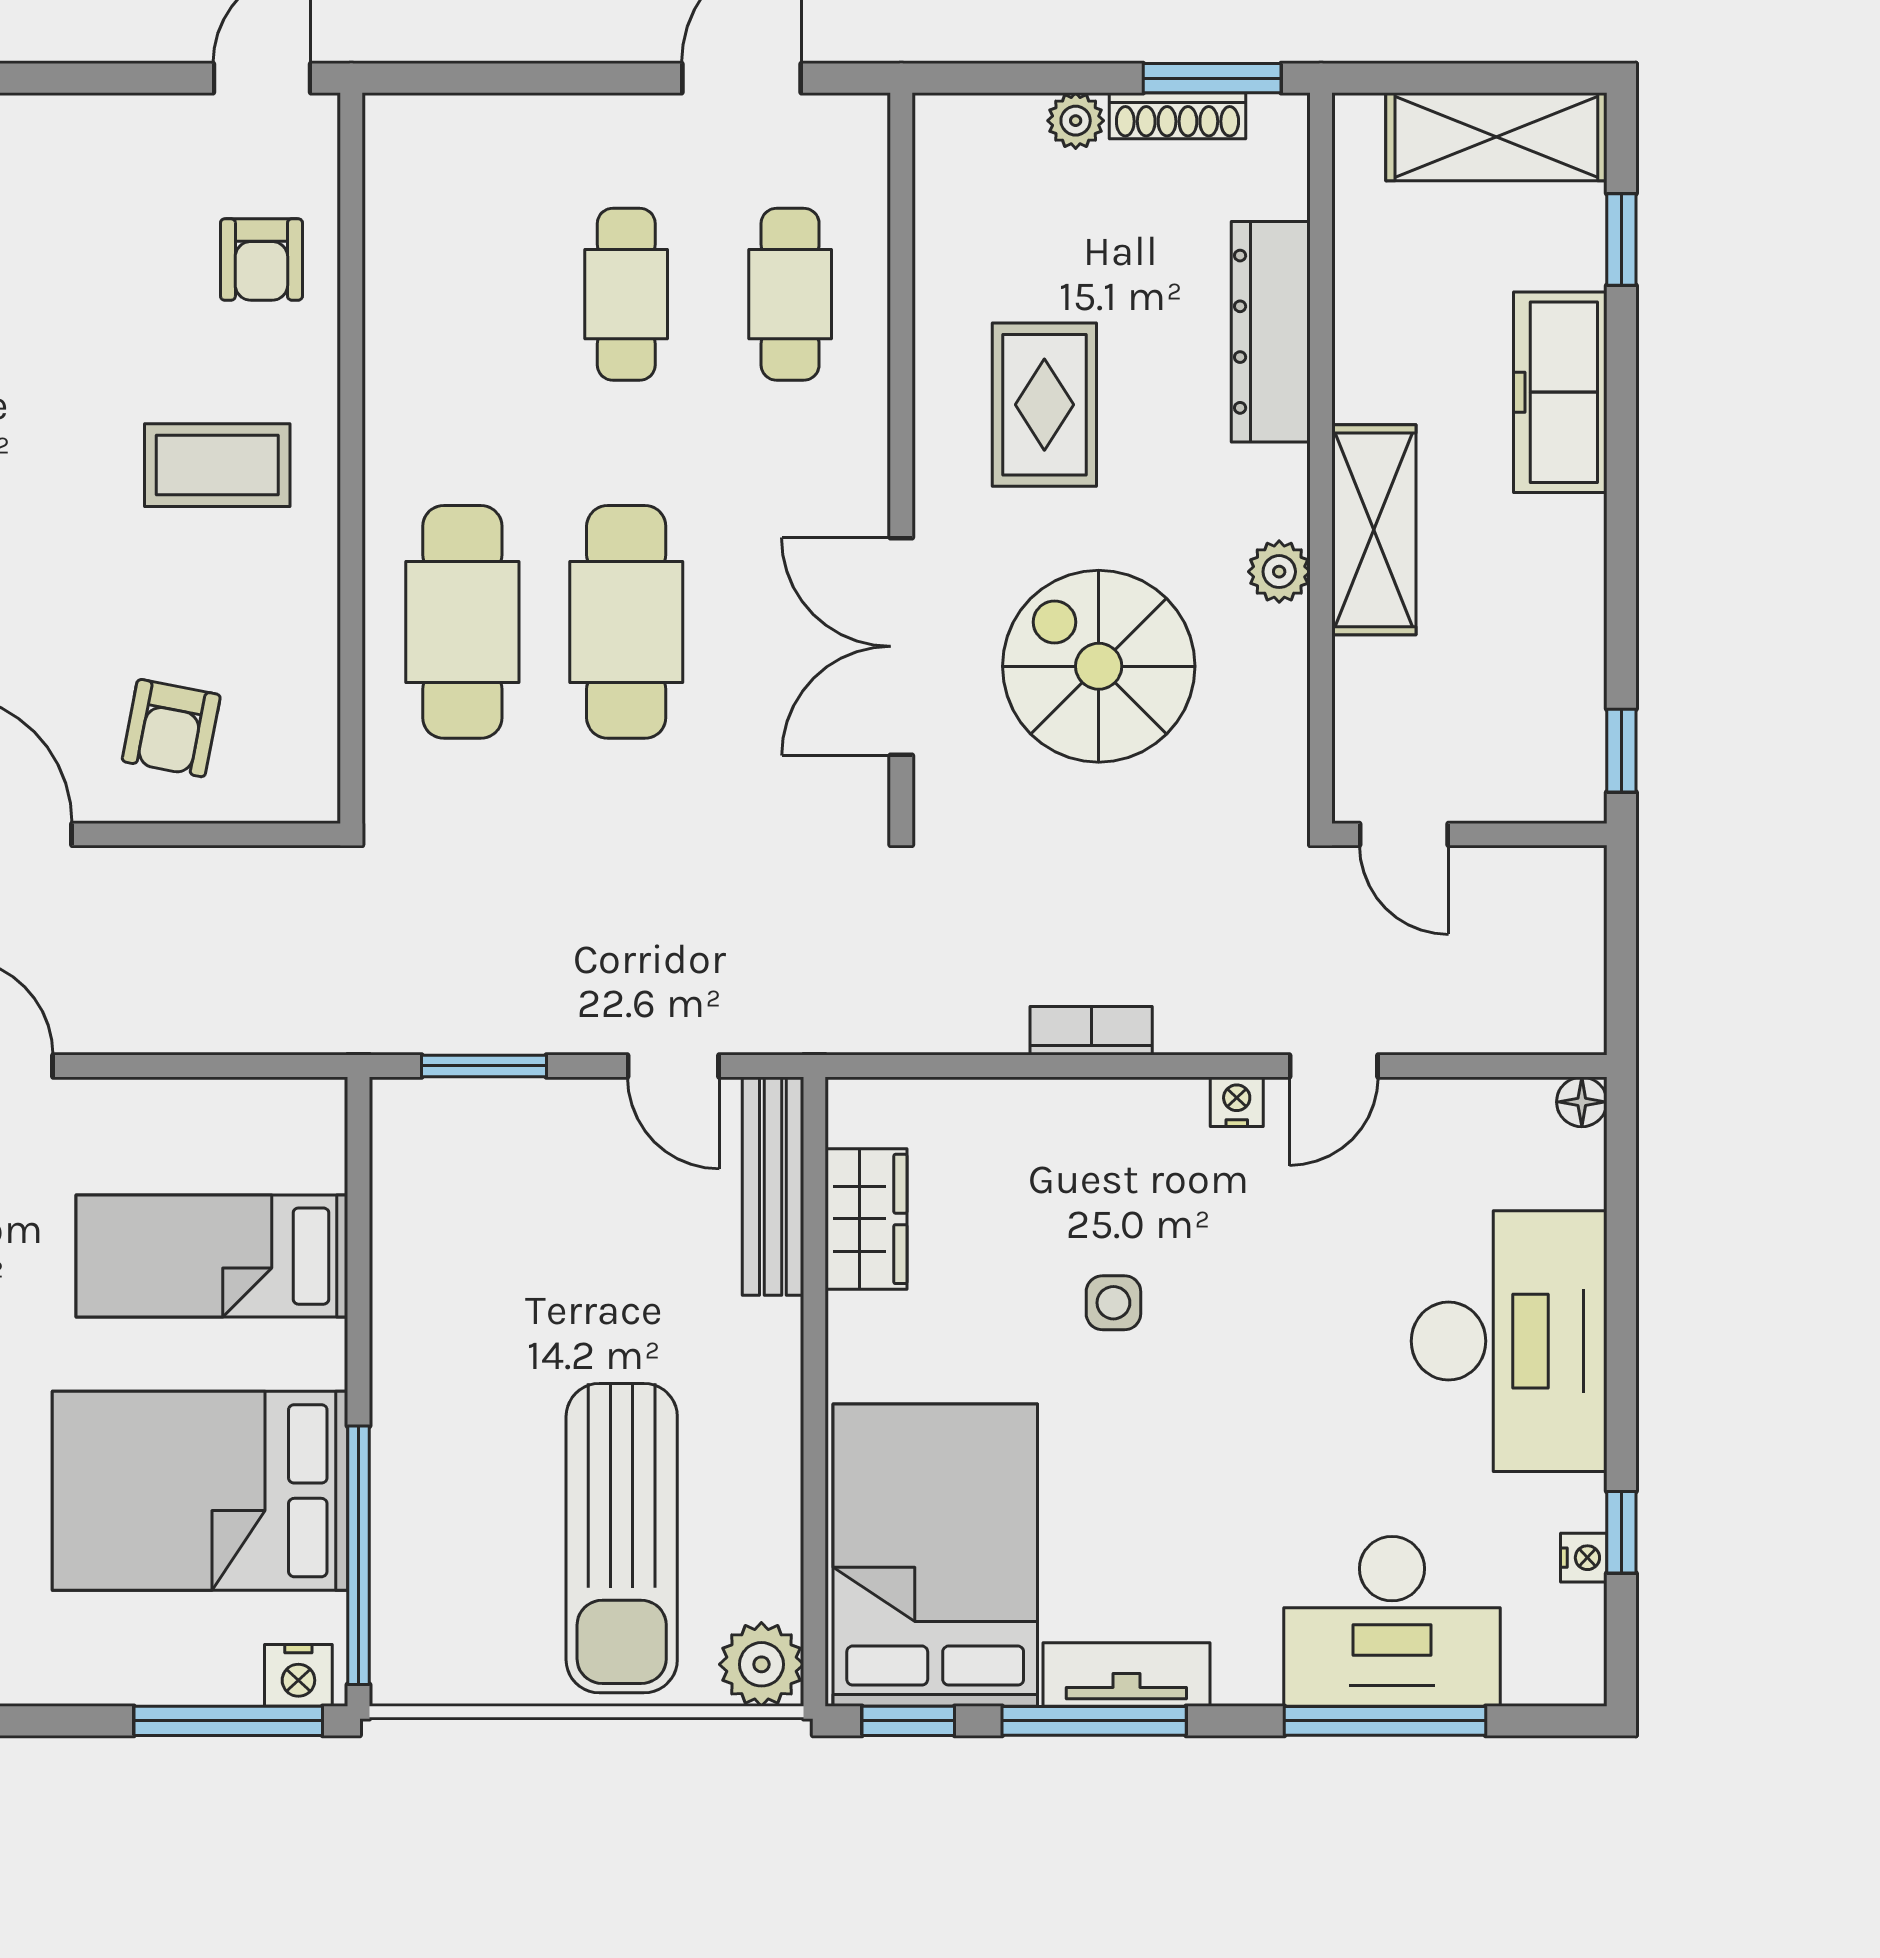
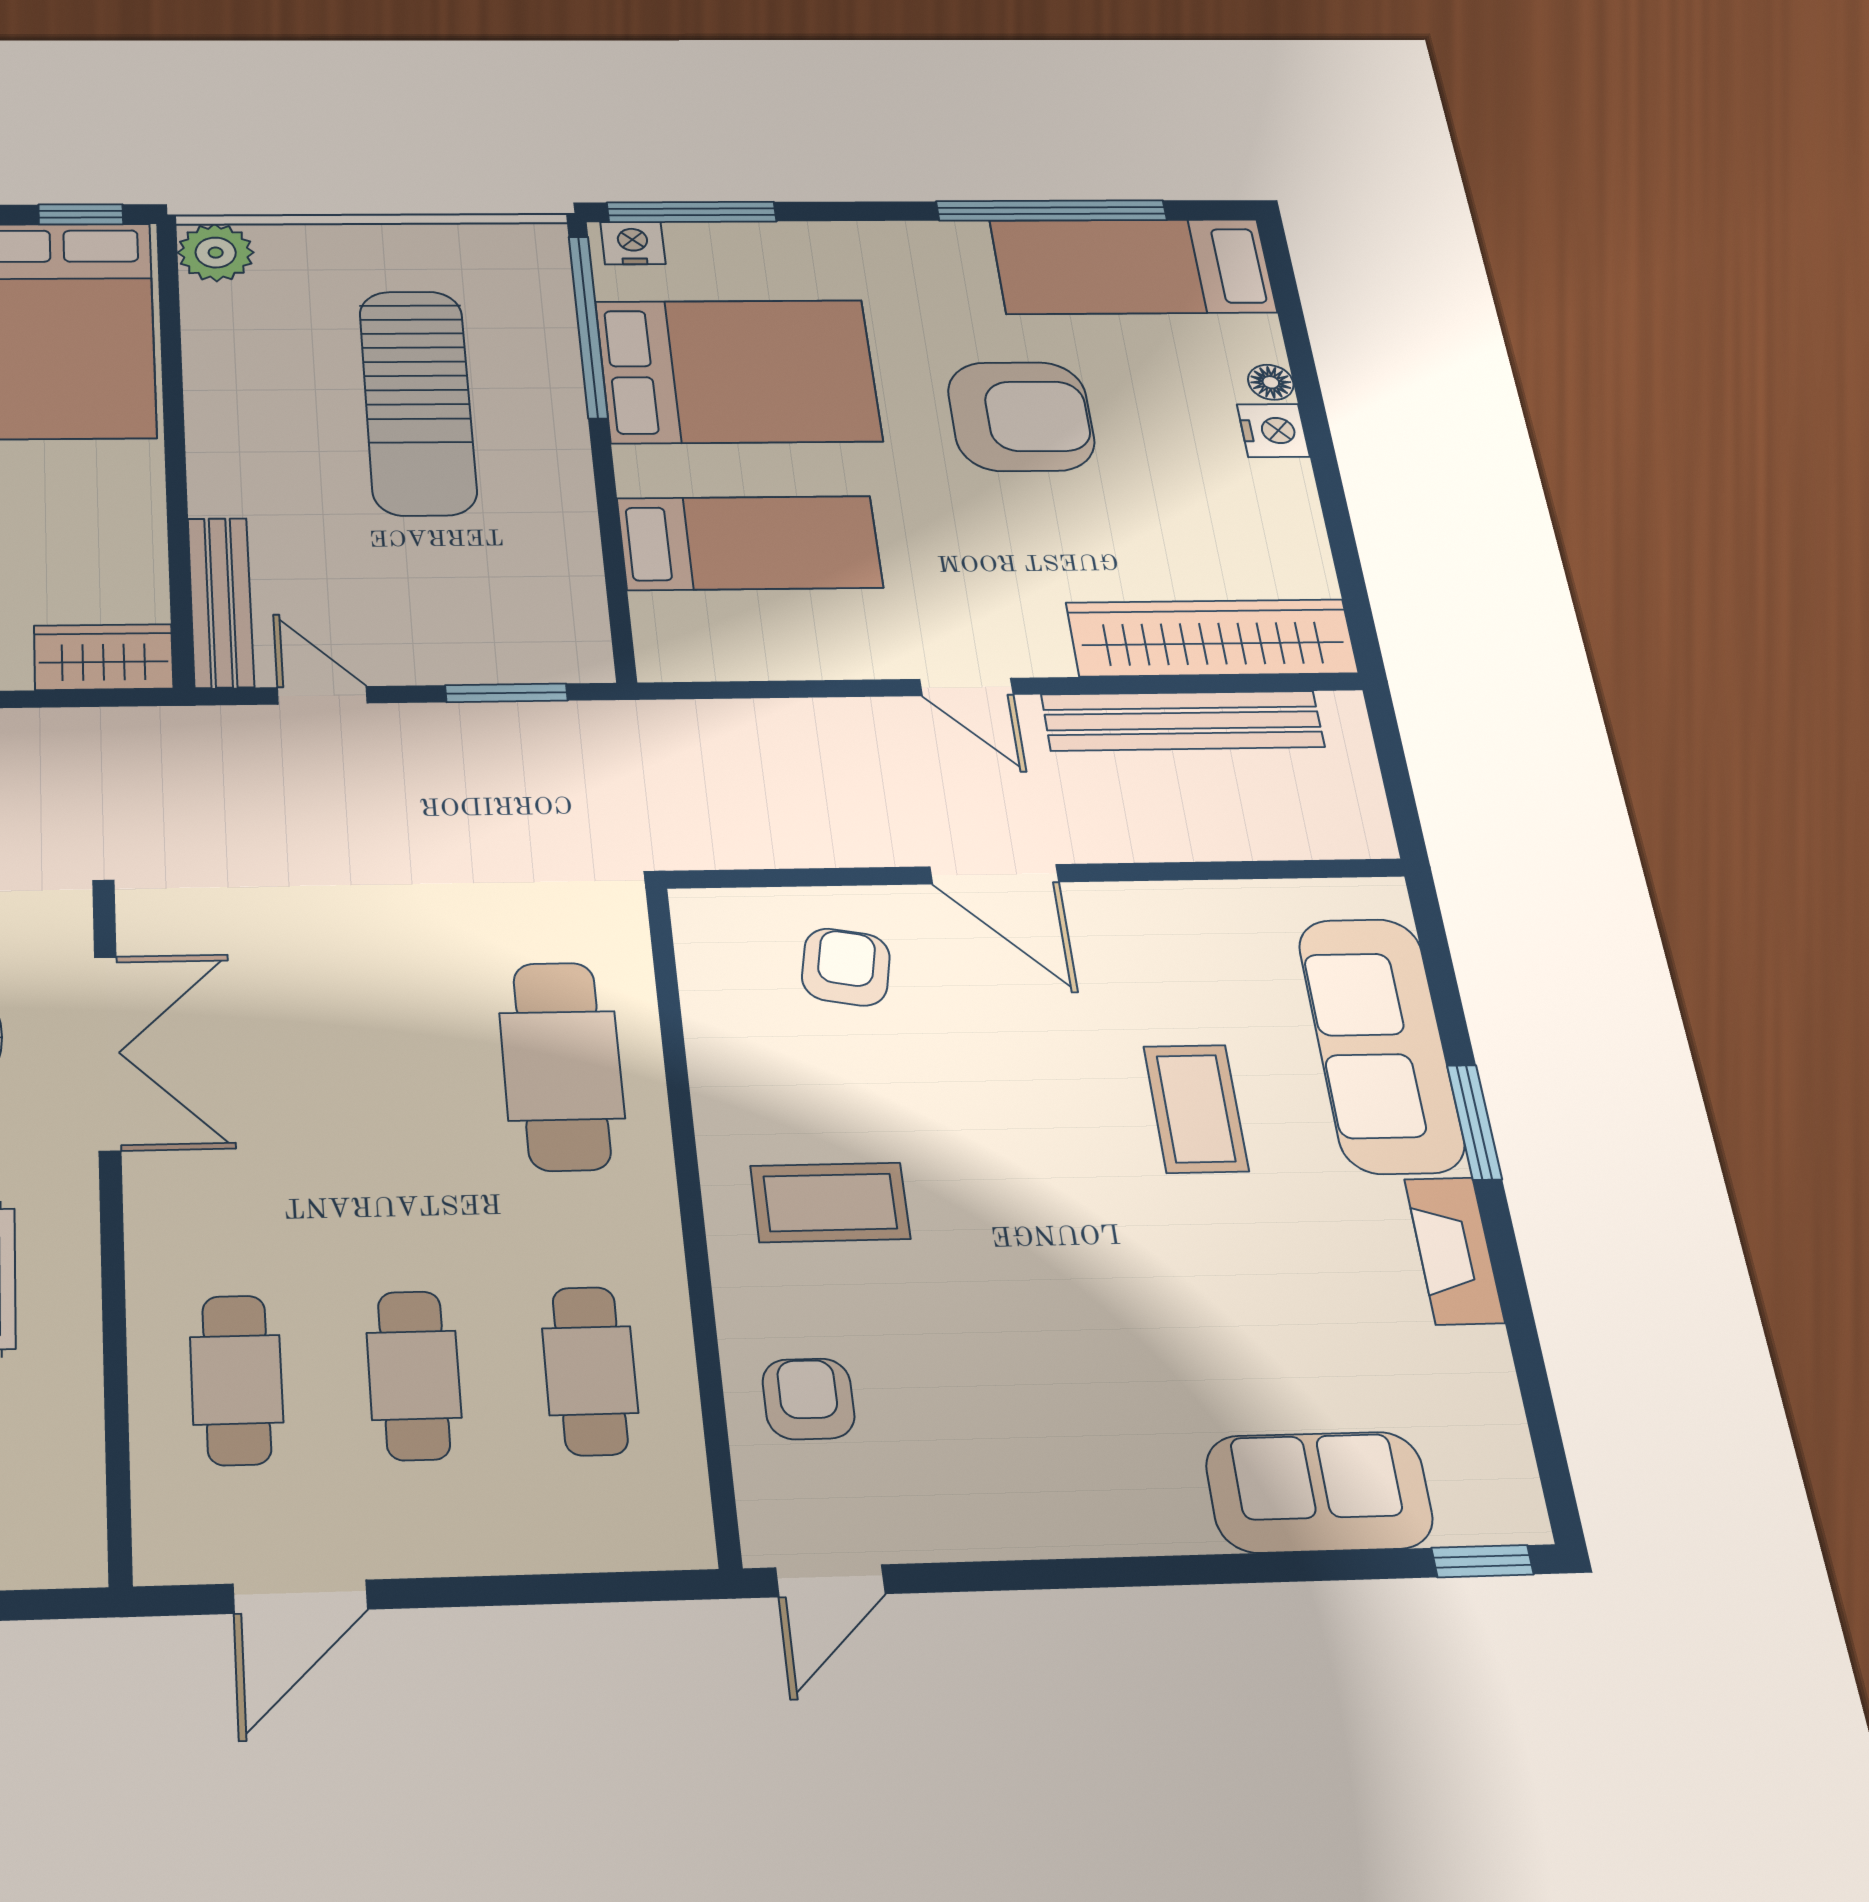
cafe table: (626, 622) -> (590, 1371), moved, width x0.73, depth x0.74
wardrobe: (866, 1219) -> (103, 657), moved, turned 90
sun lounger: (622, 1538) -> (418, 402), moved, turned 180

